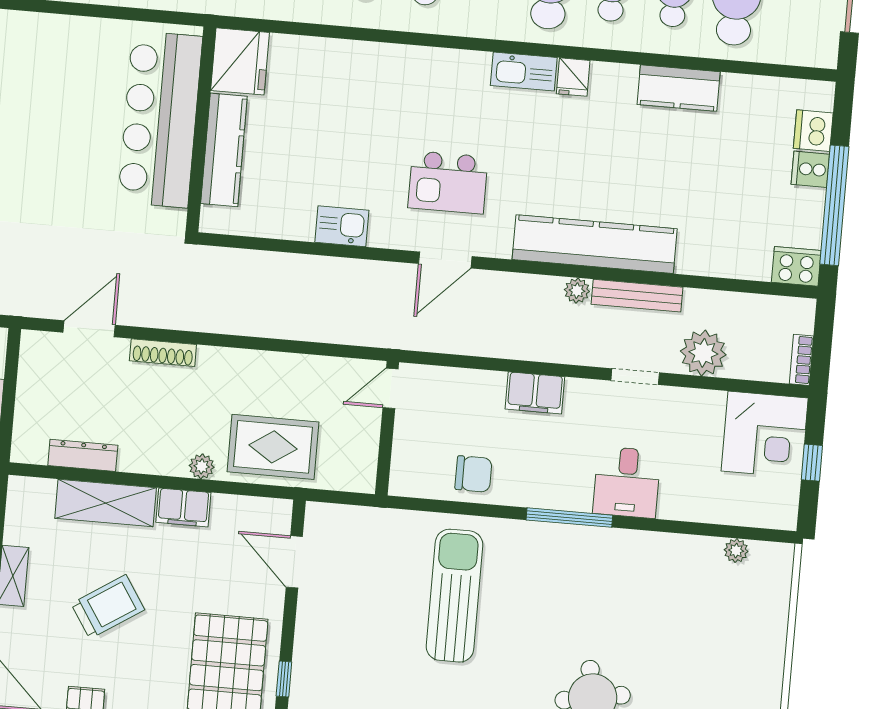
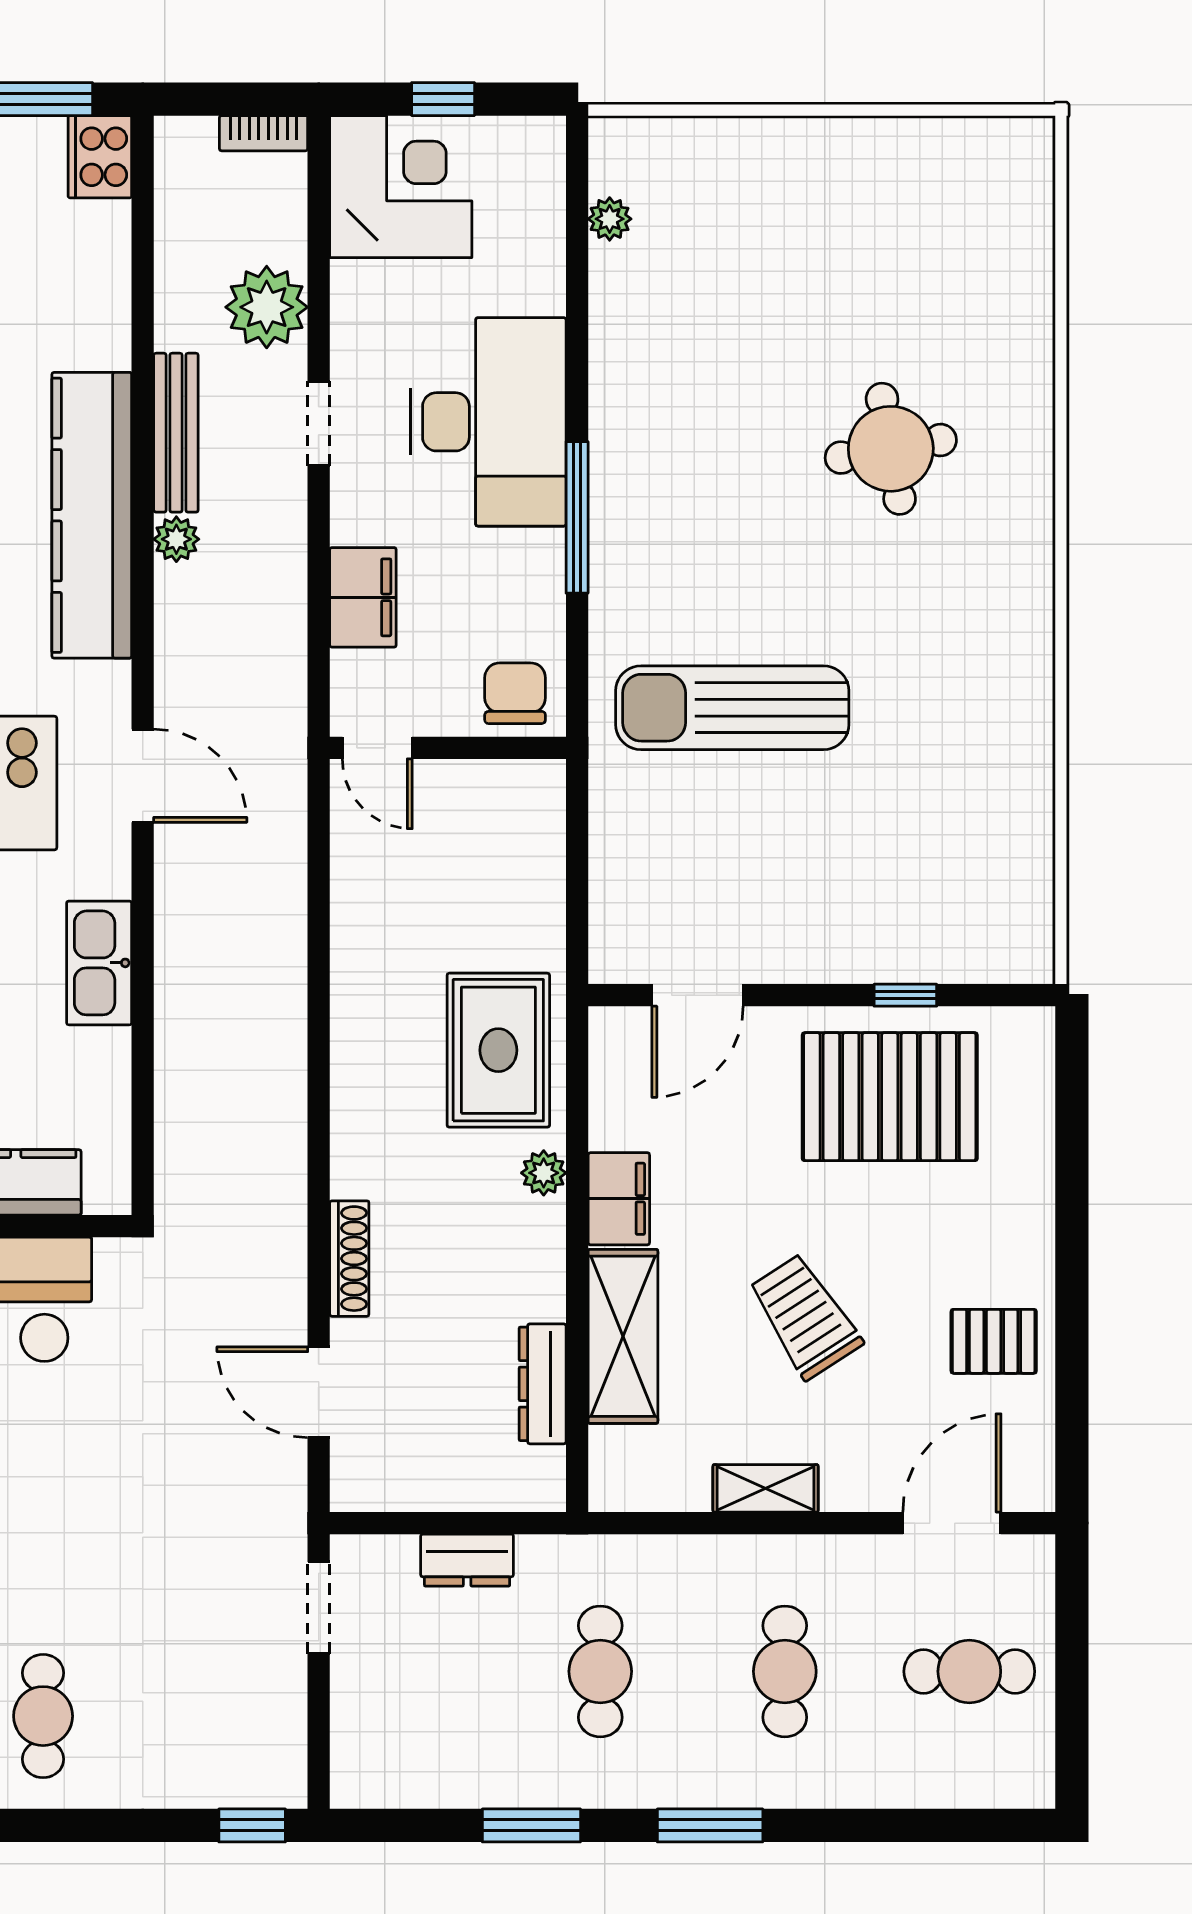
kitchen sink: (342, 226) -> (99, 963), width x1.38
door: (391, 388) -> (377, 748), moved
wall: (387, 428) -> (448, 748), moved
desk: (627, 482) -> (488, 422), width x1.87, depth x1.30

